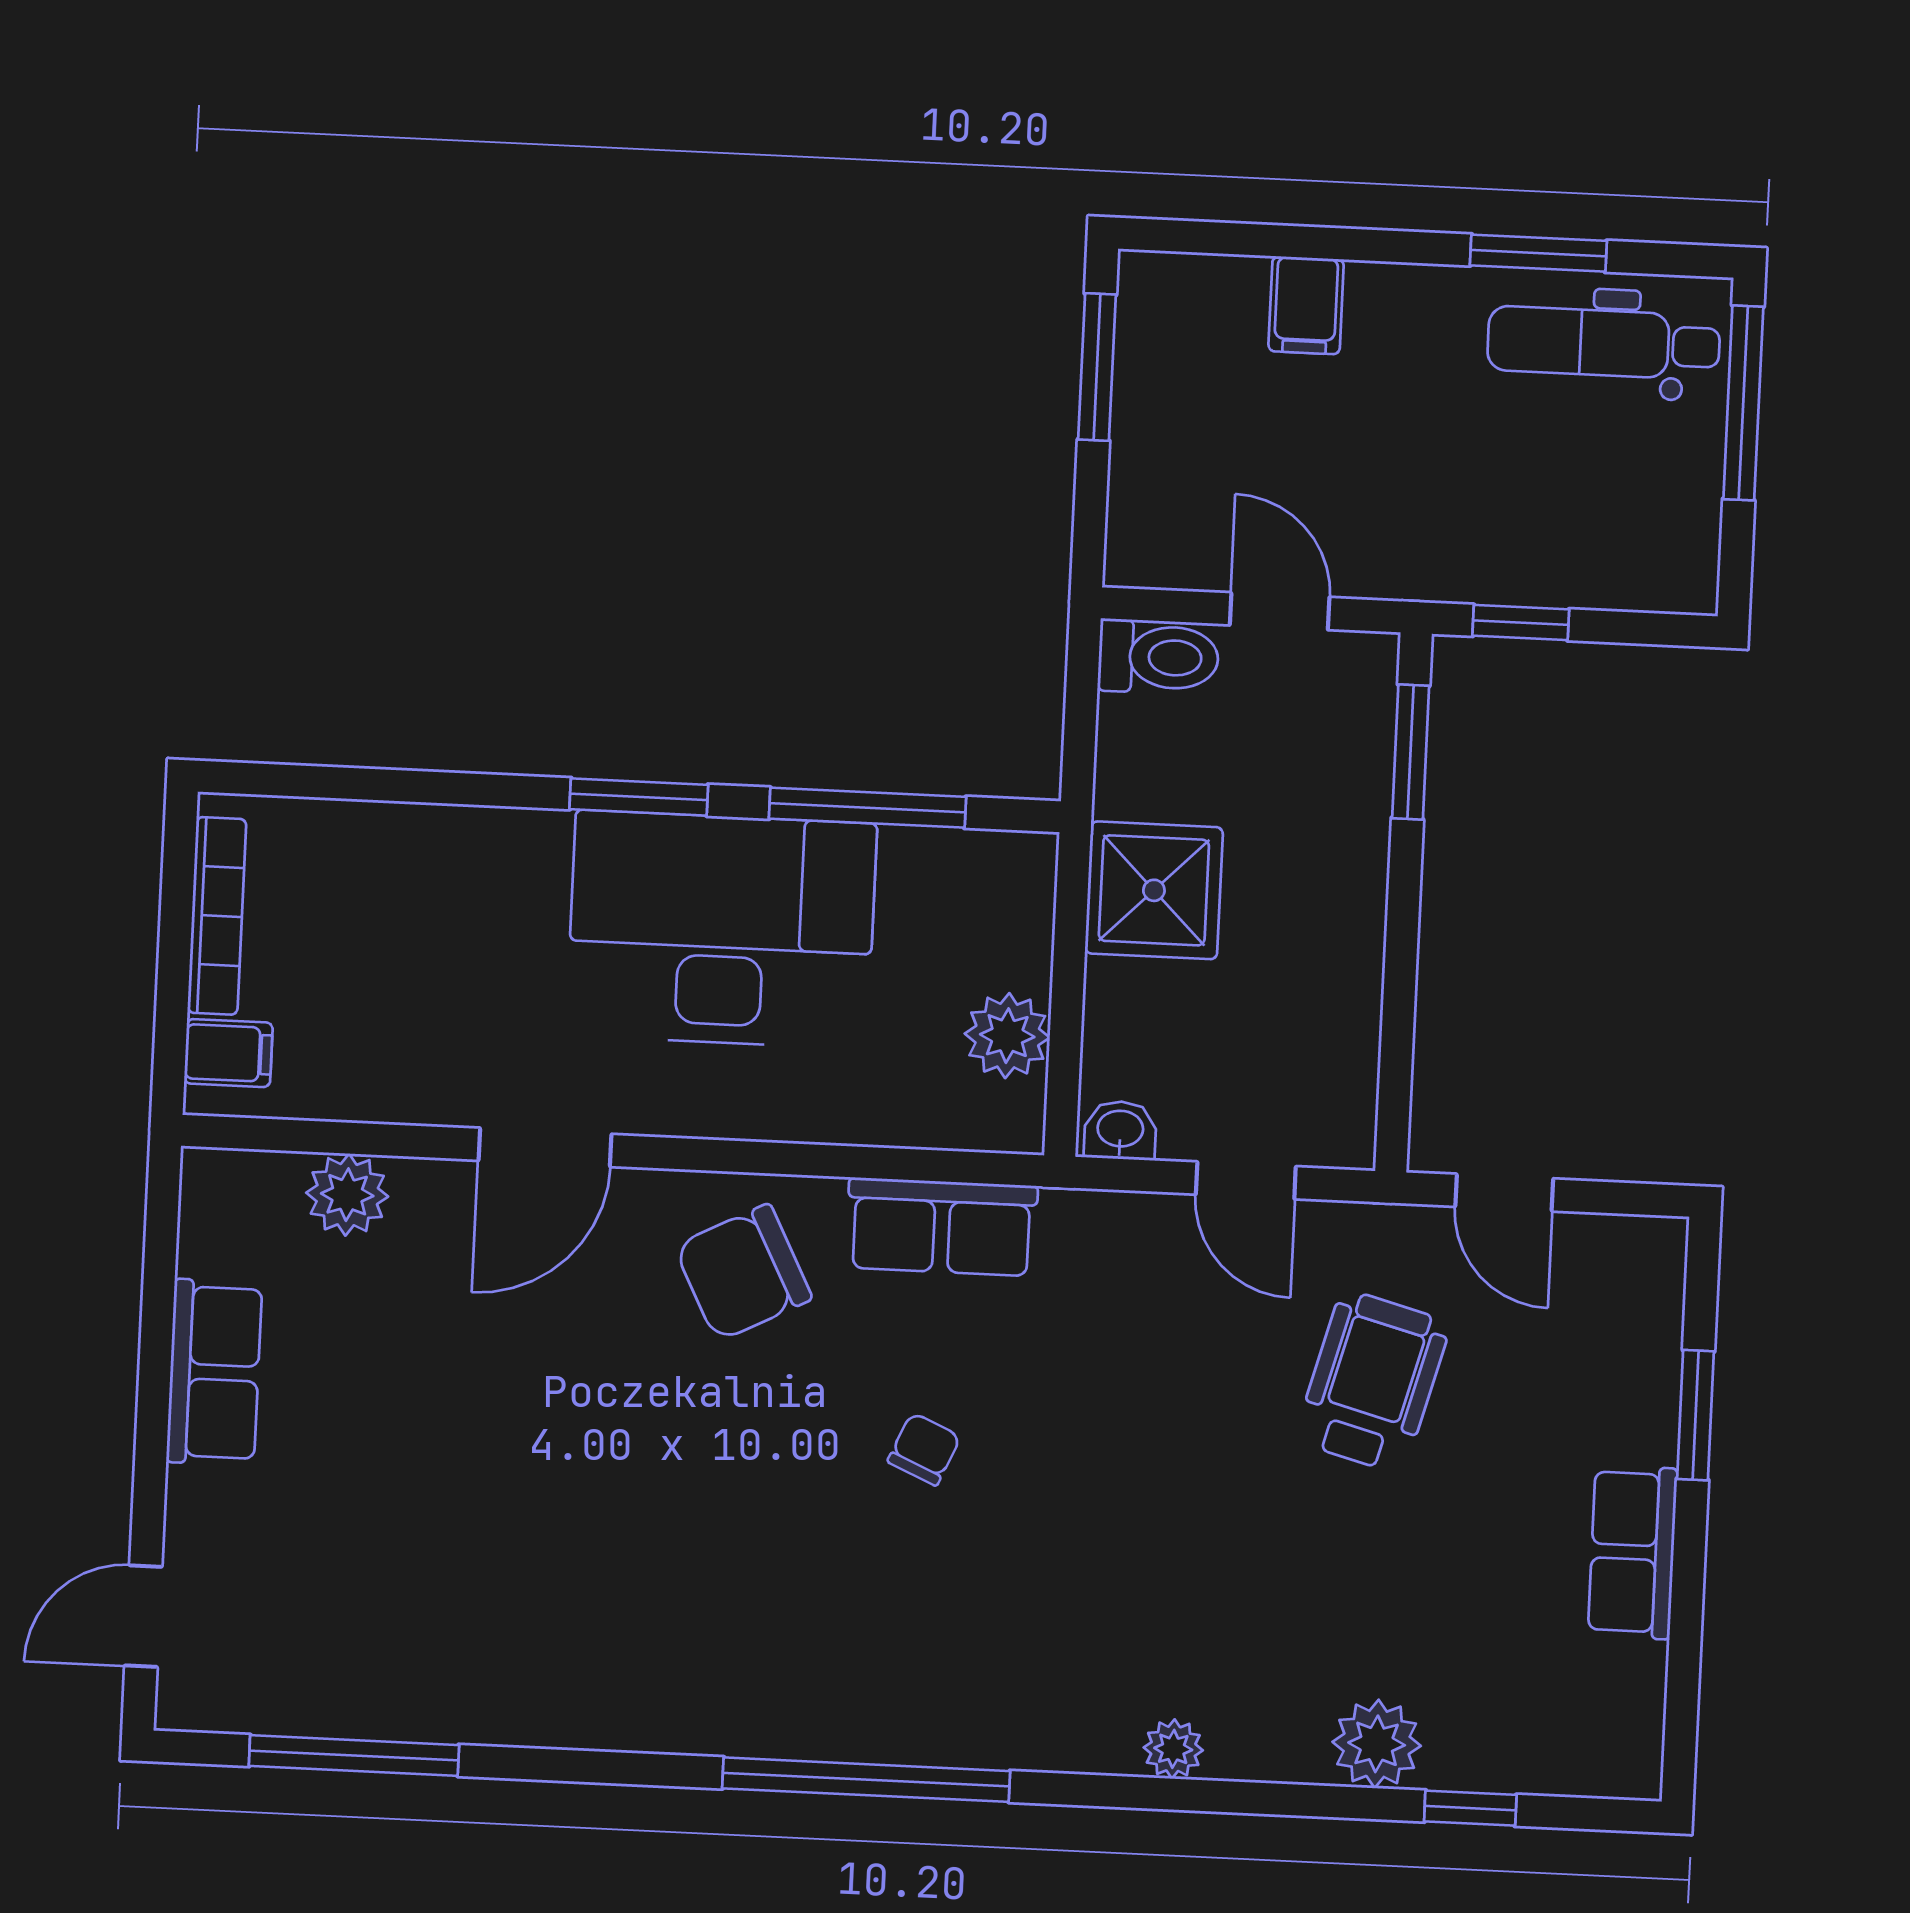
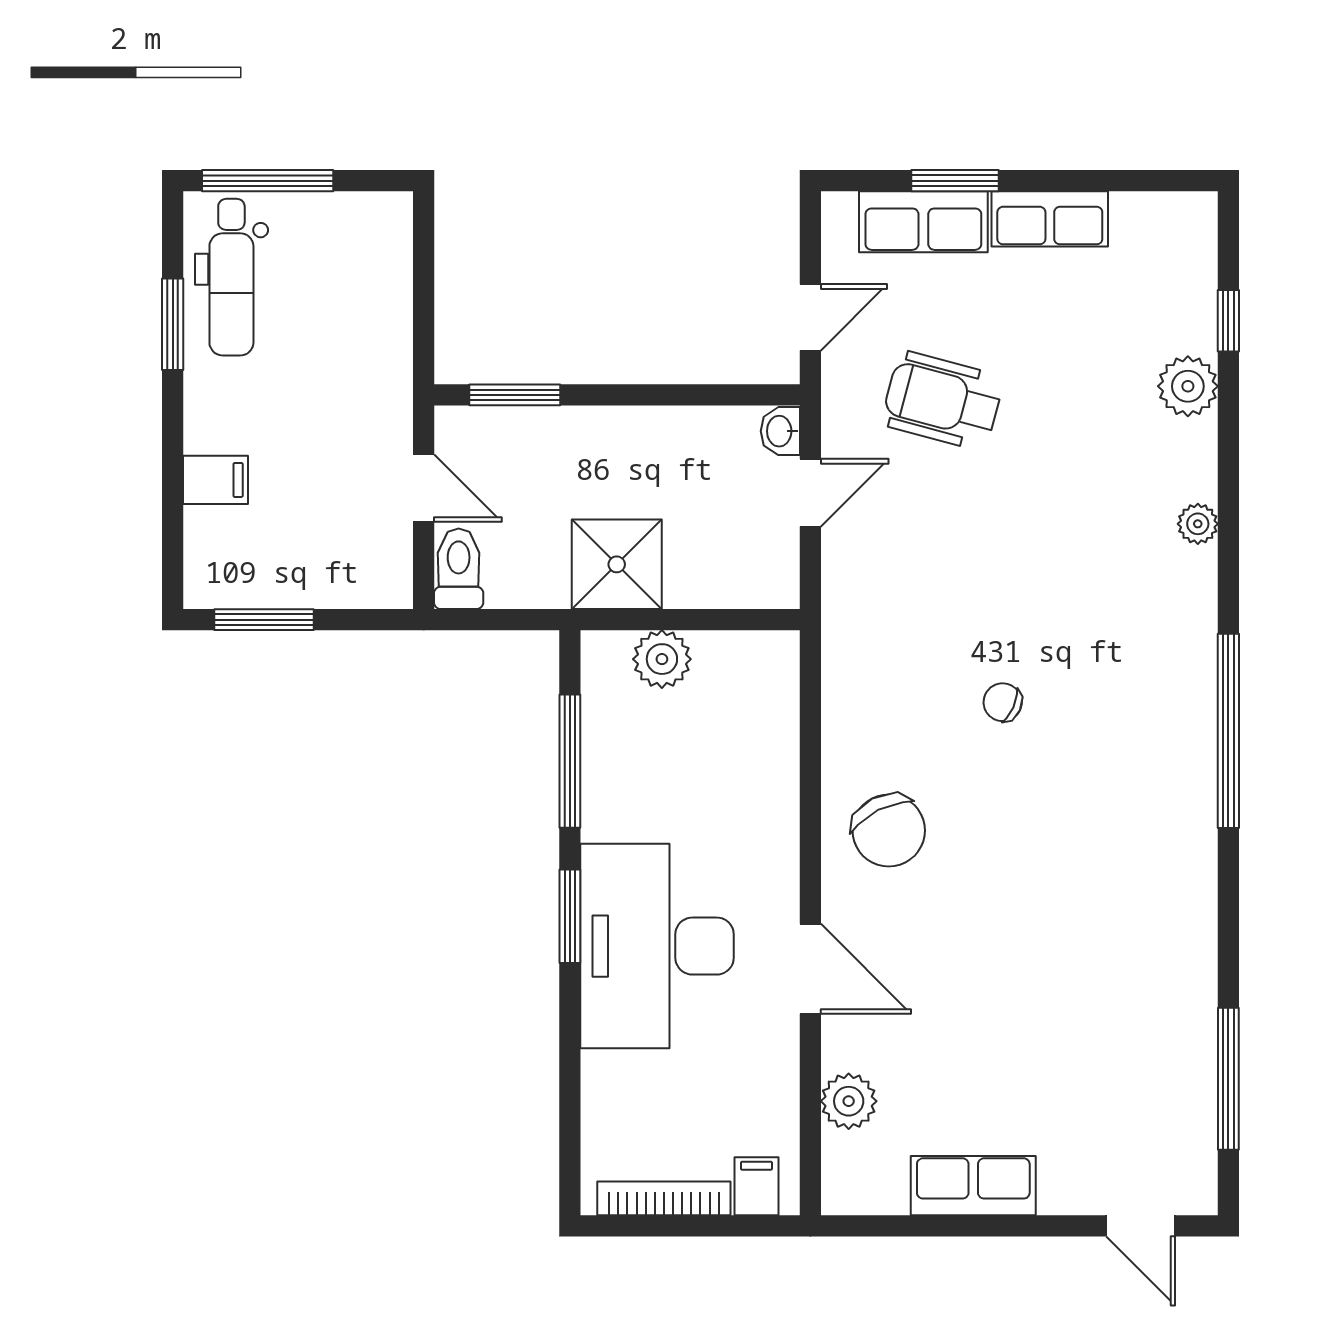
door: (1280, 611) -> (424, 488), swing flipped
window: (1521, 623) -> (424, 324), removed
desk: (721, 929) -> (657, 946), moved
plant: (1007, 1036) -> (662, 659), moved
washbasin: (1120, 1130) -> (780, 431), moved
row of seats: (942, 1227) -> (923, 222), moved, turned 90

